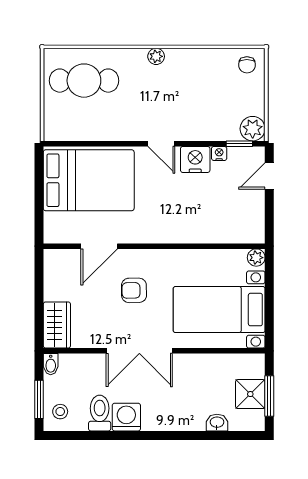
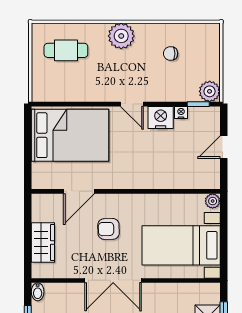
plant: (156, 56) -> (121, 36), width x1.87, depth x1.87
chair: (247, 65) -> (171, 54), moved, turned 90
cafe table: (84, 81) -> (66, 50), width x0.73, depth x0.74
door: (269, 176) -> (224, 147), moved
wardrobe: (57, 325) -> (43, 242), moved

